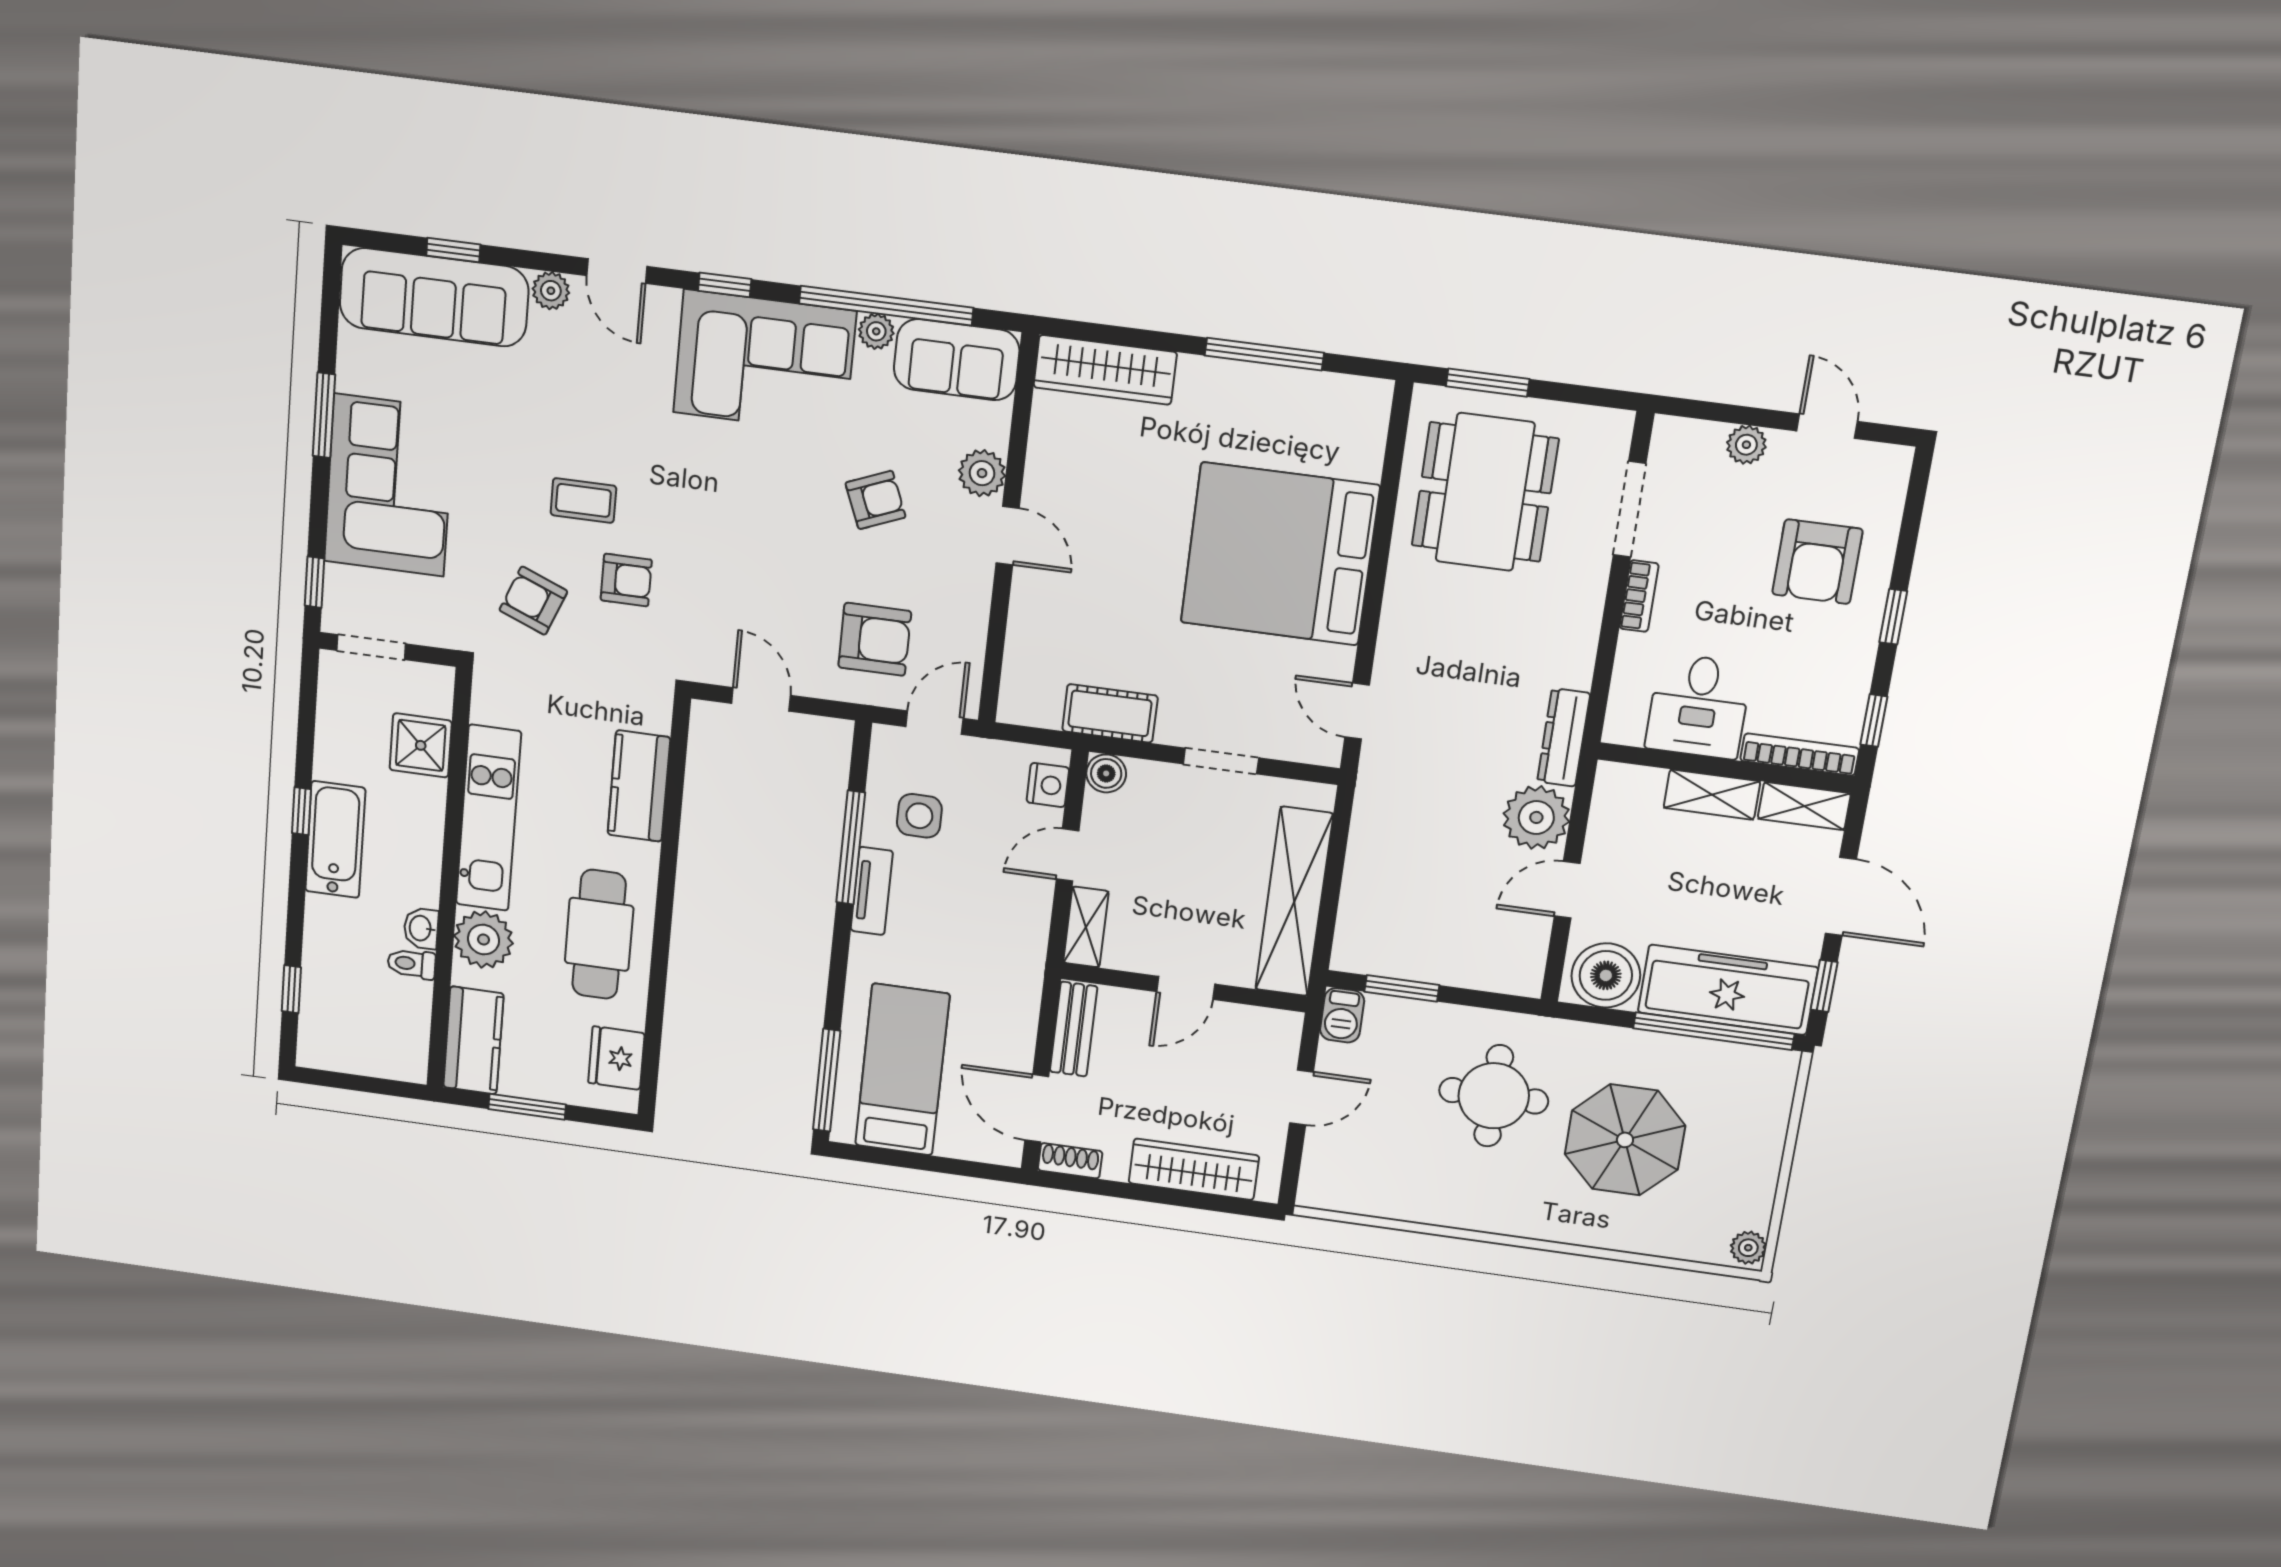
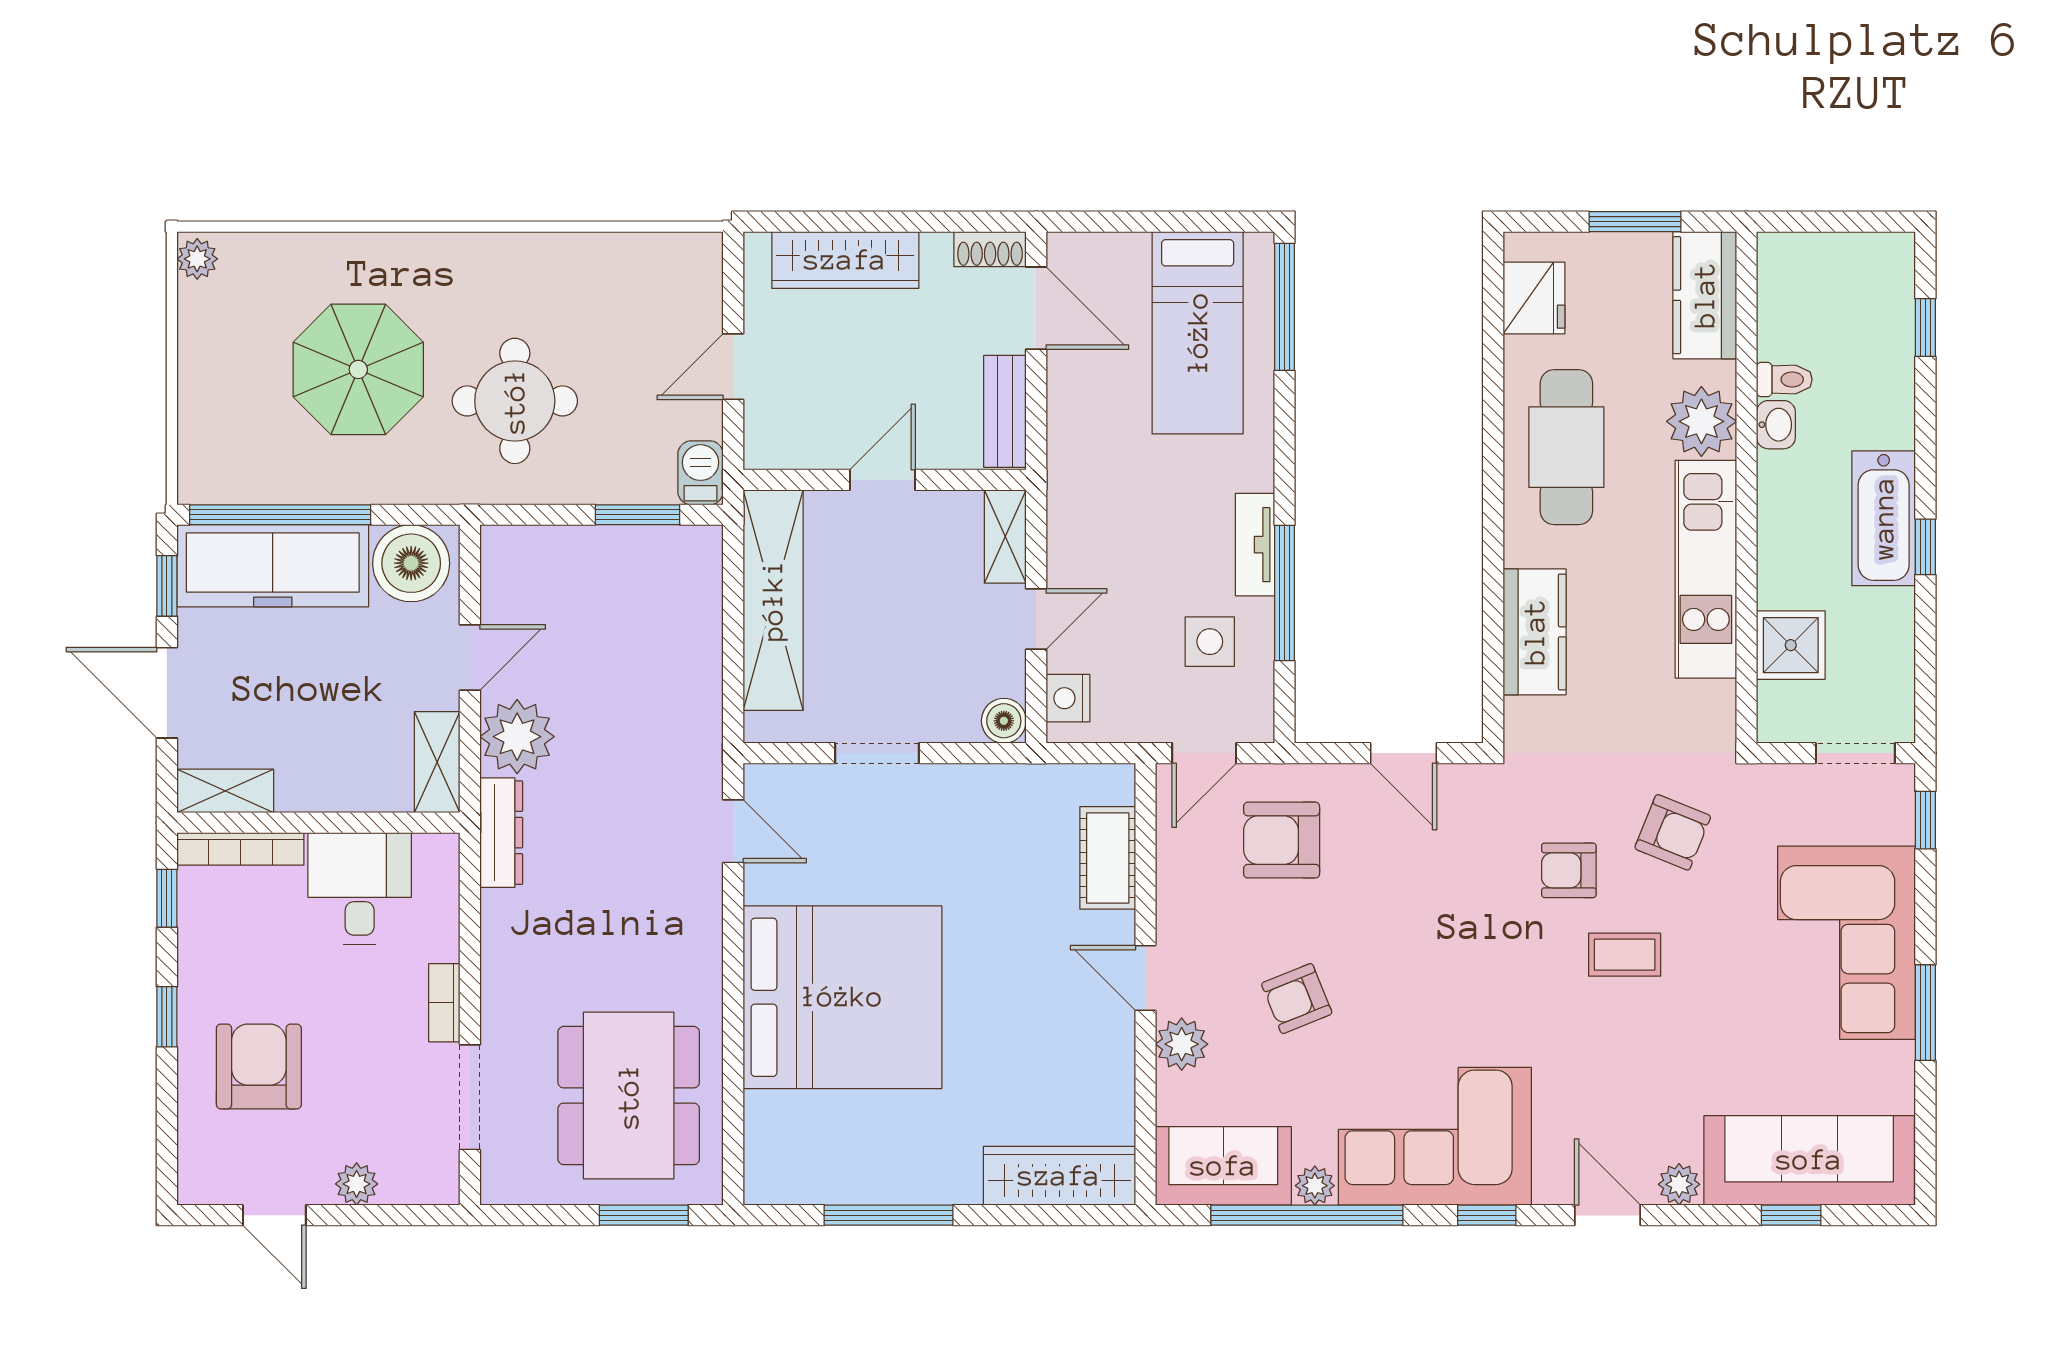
cot: (1110, 713) -> (1108, 858), moved, turned 90
shelving: (1712, 795) -> (437, 762), moved, turned 90

